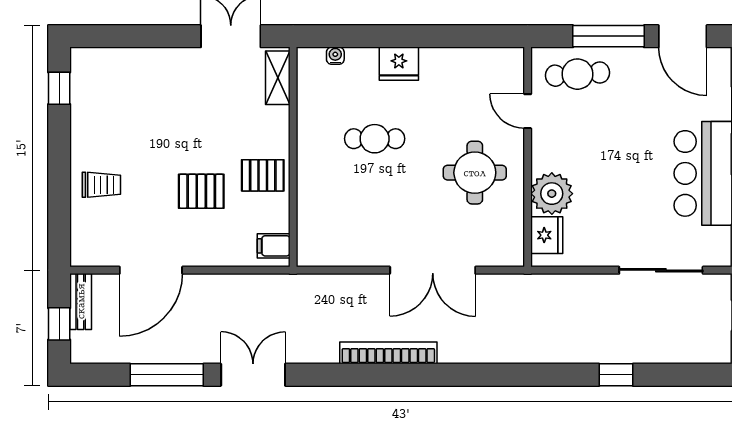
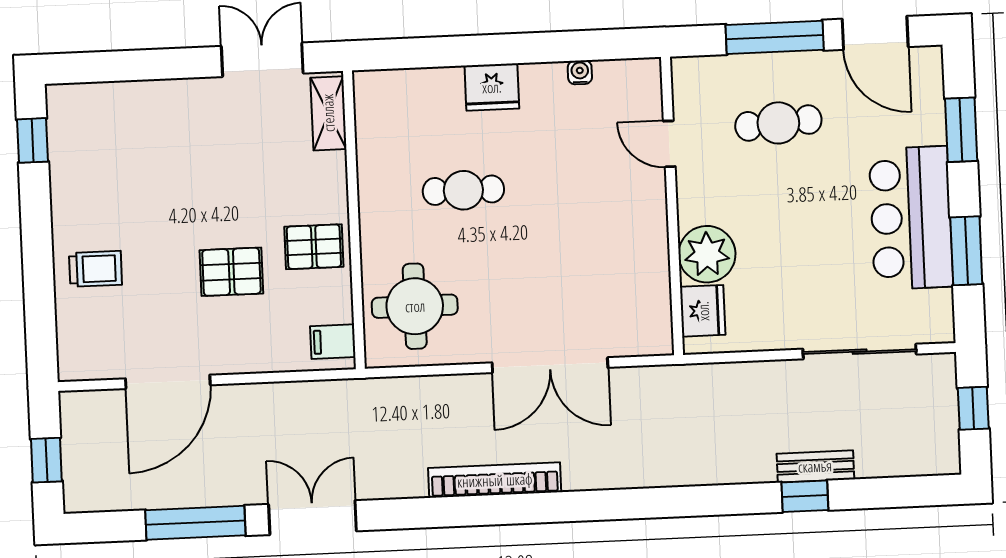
water cooler: (335, 56) -> (580, 72), moved
cafe table: (578, 74) -> (778, 123), moved
round table: (475, 173) -> (415, 306), moved
bench: (81, 301) -> (815, 466), moved, turned 90

